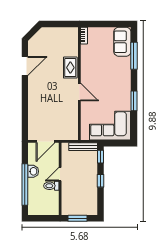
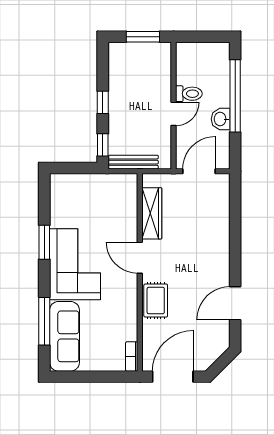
door: (61, 24) -> (173, 377), added
sofa: (122, 42) -> (64, 336), width x1.36
wardrobe: (73, 117) -> (152, 213), added
corner sofa: (110, 126) -> (75, 264), moved, turned -90

